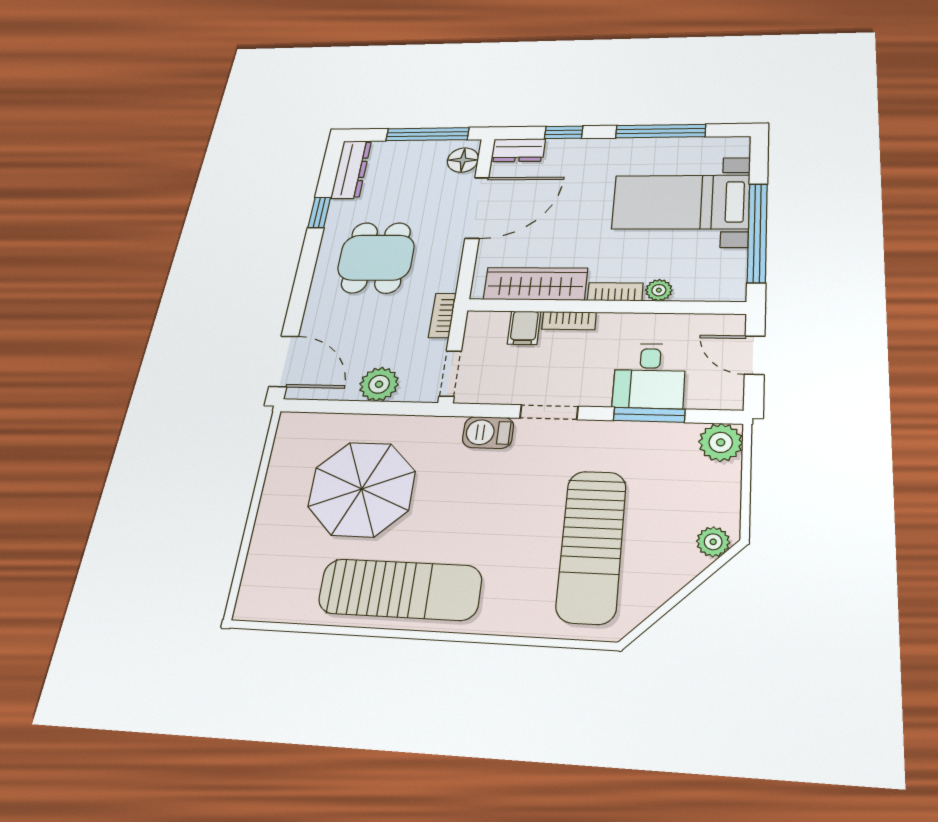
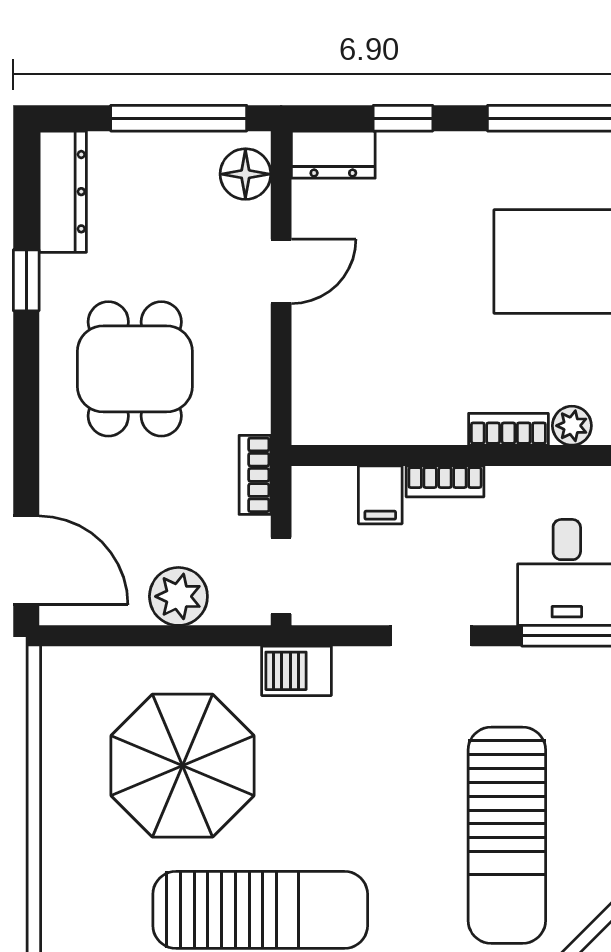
door: (477, 208) -> (281, 271), width x0.53
wardrobe: (535, 284) -> (389, 416), removed
barbecue: (488, 432) -> (296, 671), moved

